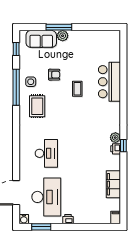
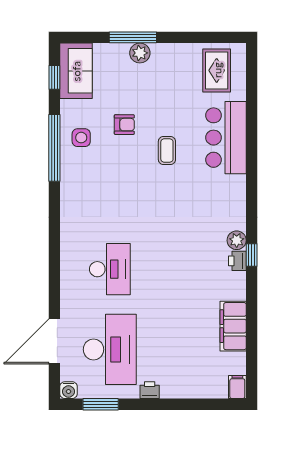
sofa: (41, 39) -> (76, 71), moved, turned -90
rug: (37, 106) -> (217, 70), moved

